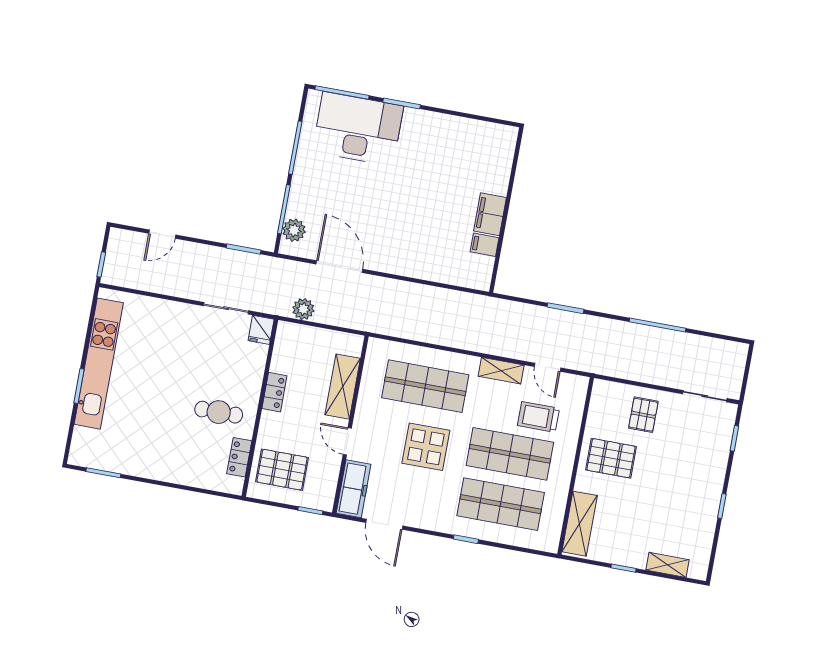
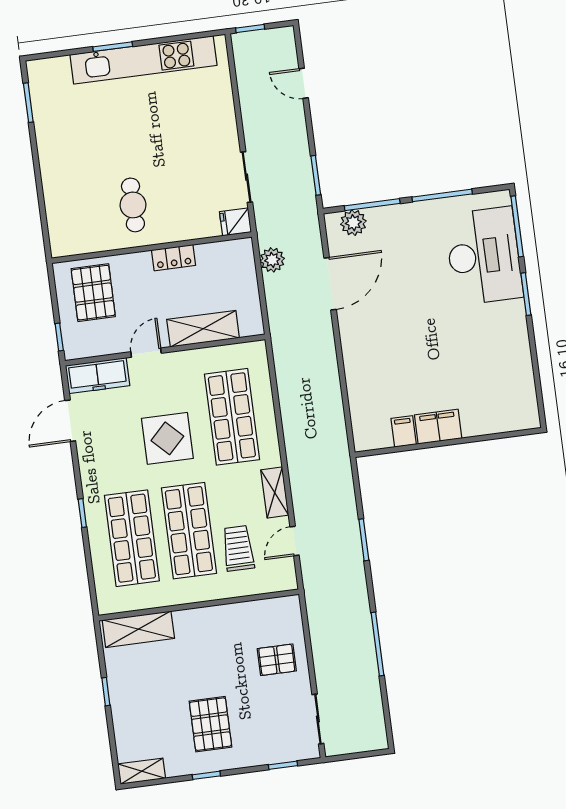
locker: (239, 457) -> (92, 243), removed
pallet: (611, 458) -> (210, 724), moved
shelving: (668, 565) -> (142, 771), moved, turned 90

